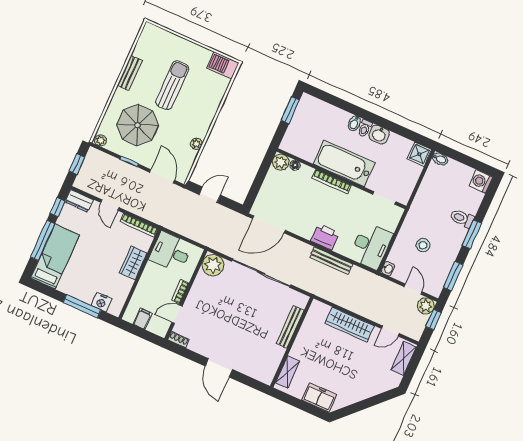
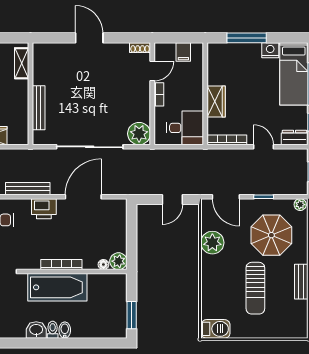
plant: (196, 144) -> (212, 243), width x1.88, depth x1.88
door: (269, 224) -> (83, 197), moved
nightstand: (101, 302) -> (270, 50), moved

